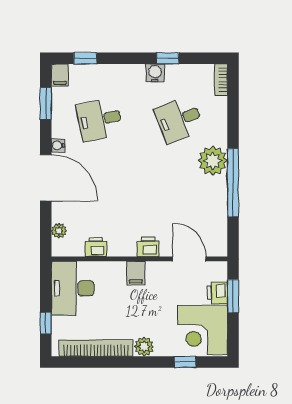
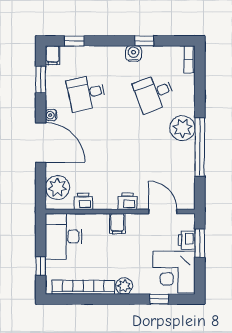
plant: (59, 231) -> (57, 187), width x1.87, depth x1.87

